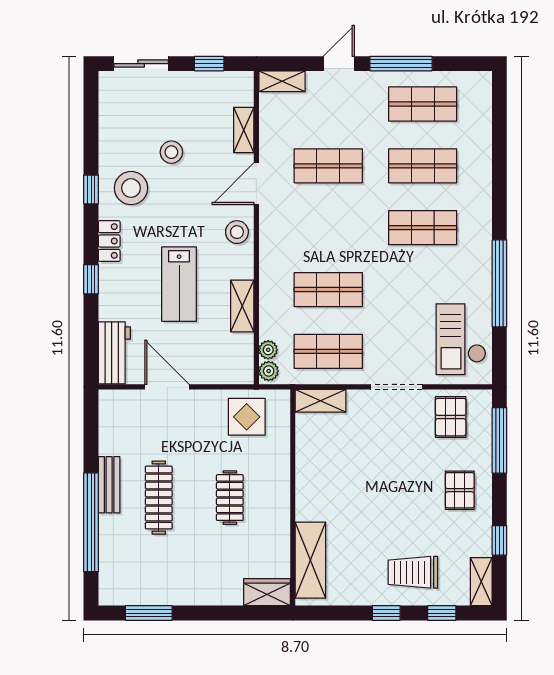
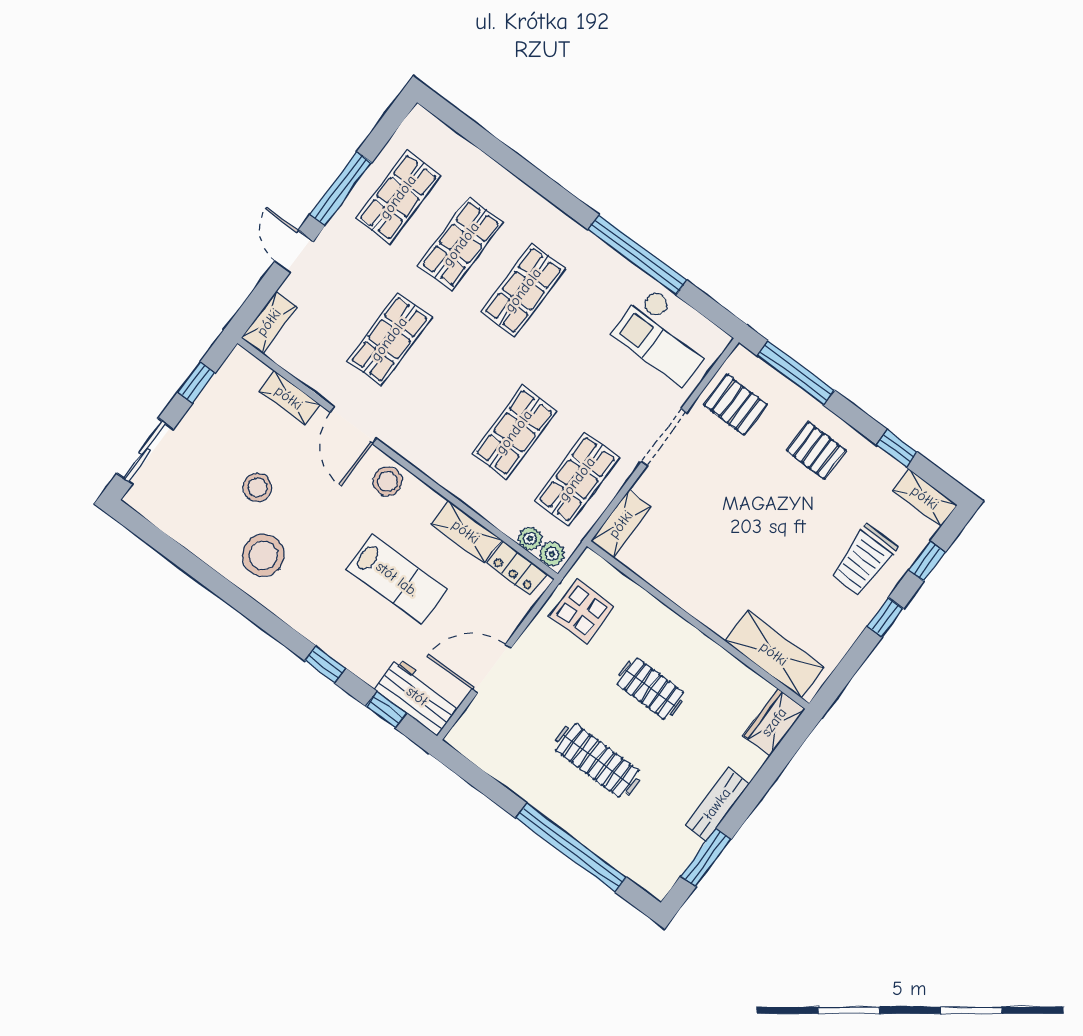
window: (91, 189) -> (386, 710), moved
locker: (109, 241) -> (517, 568), moved, turned 180
bench: (109, 485) -> (717, 804), moved, turned 90

